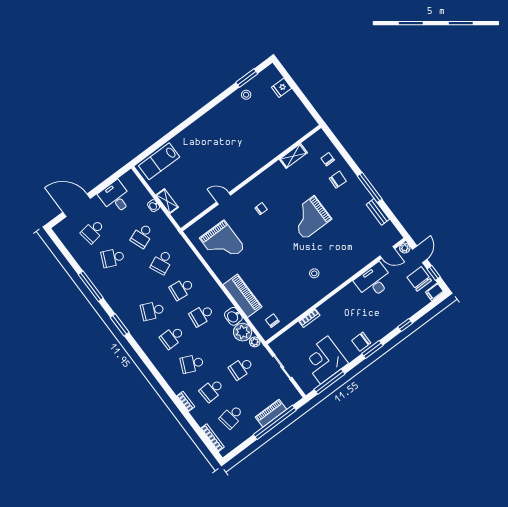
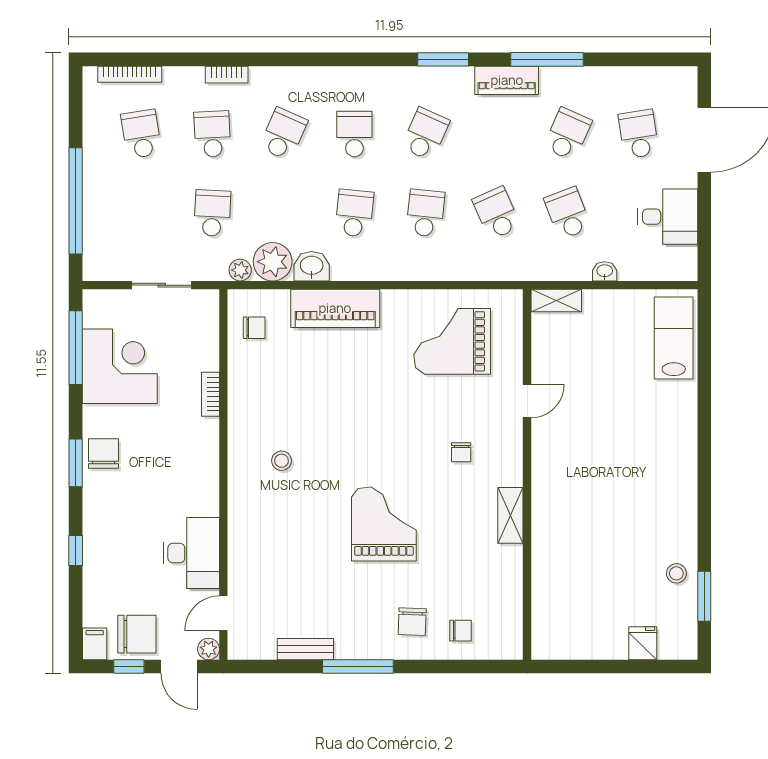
shelving: (293, 156) -> (510, 515), moved
shelving: (167, 201) -> (556, 300), moved
piano: (271, 413) -> (507, 80), moved, turned 90

